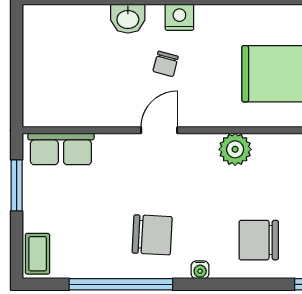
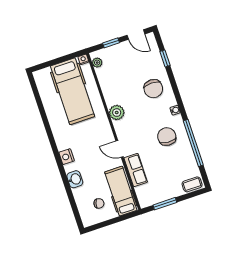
chair: (166, 64) -> (99, 203), moved
hospital bed: (72, 104) -> (121, 191), added
row of seats: (61, 149) -> (136, 170), moved

